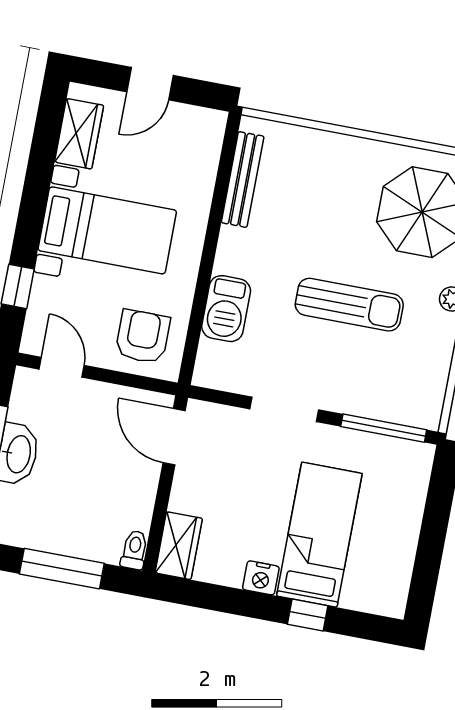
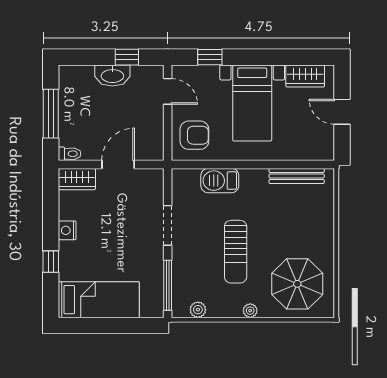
door: (62, 367) -> (168, 91), hinge flipped
plant: (434, 385) -> (198, 310), added
door: (174, 437) -> (118, 164), moved
bed: (319, 535) -> (99, 300), moved

